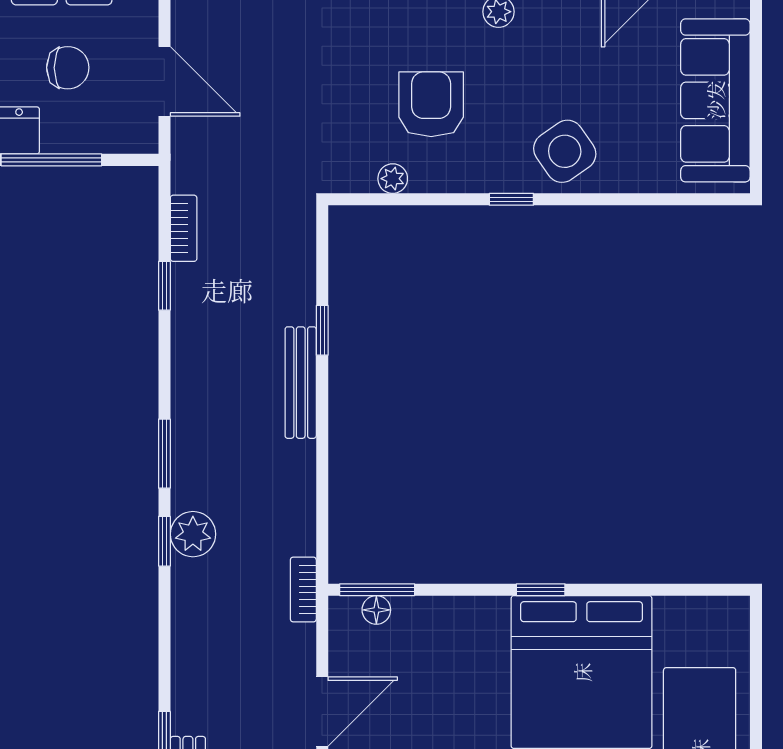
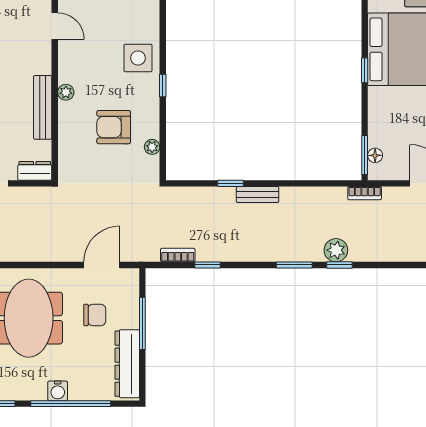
chair: (68, 68) -> (95, 315), turned 90
side table: (565, 151) -> (138, 58), turned 35
bench: (301, 383) -> (258, 195), width x0.73

